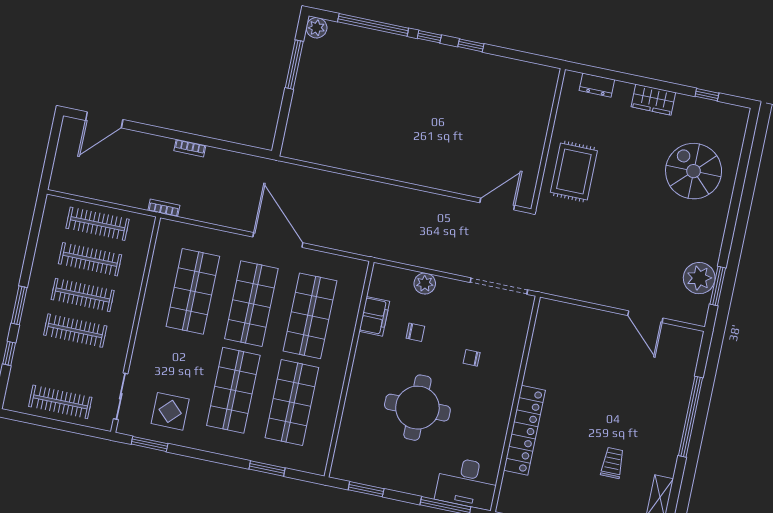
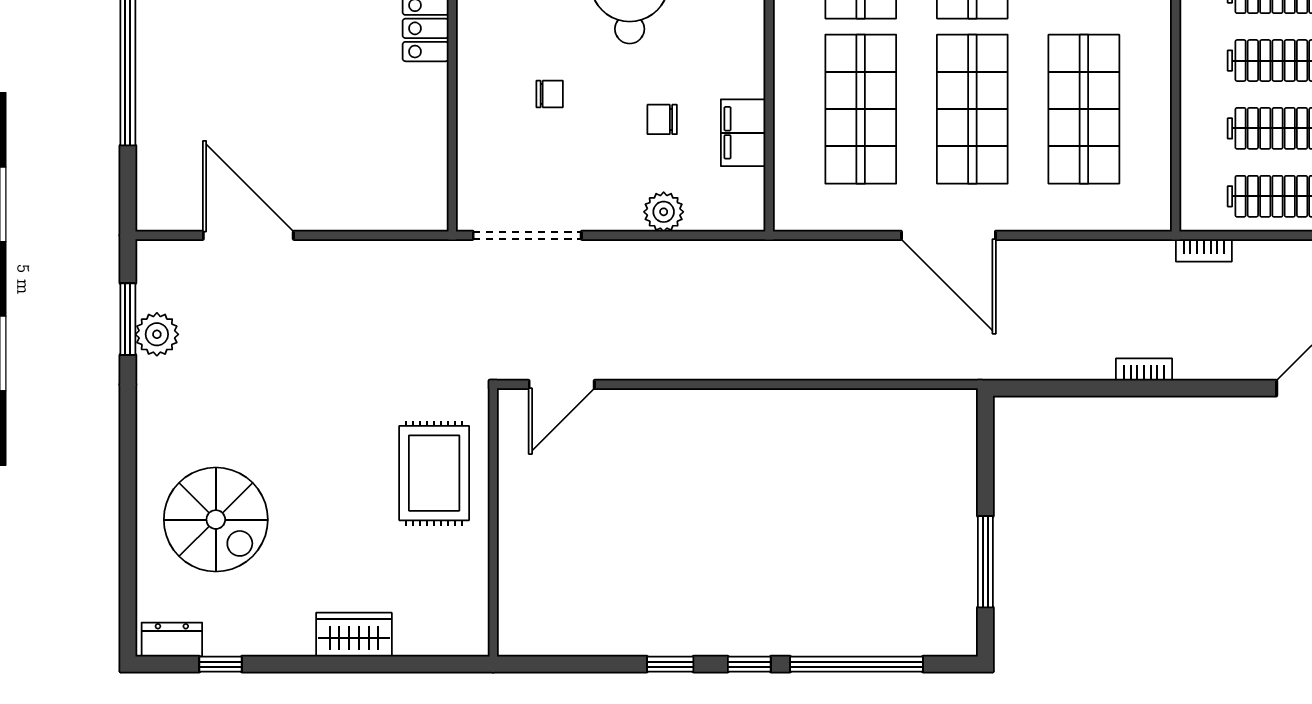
plant: (317, 28) -> (959, 637), removed
dresser: (597, 85) -> (172, 640), moved
wardrobe: (653, 100) -> (354, 635), moved
bookcase: (164, 208) -> (1204, 250), moved
plant: (699, 278) -> (157, 334), width x0.73, depth x0.73
door: (645, 317) -> (248, 235), width x1.36

